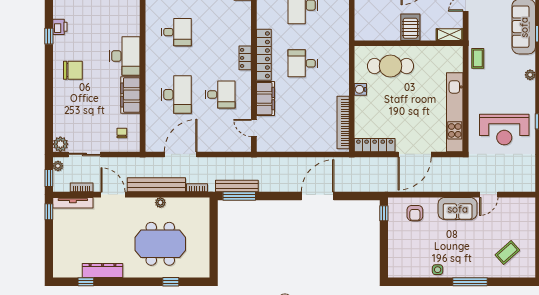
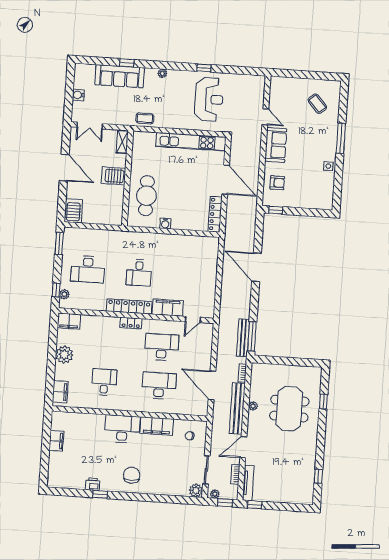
desk: (220, 95) -> (162, 347), width x1.37
bookcase: (343, 123) -> (193, 241), removed
dresser: (103, 271) -> (310, 461), removed

